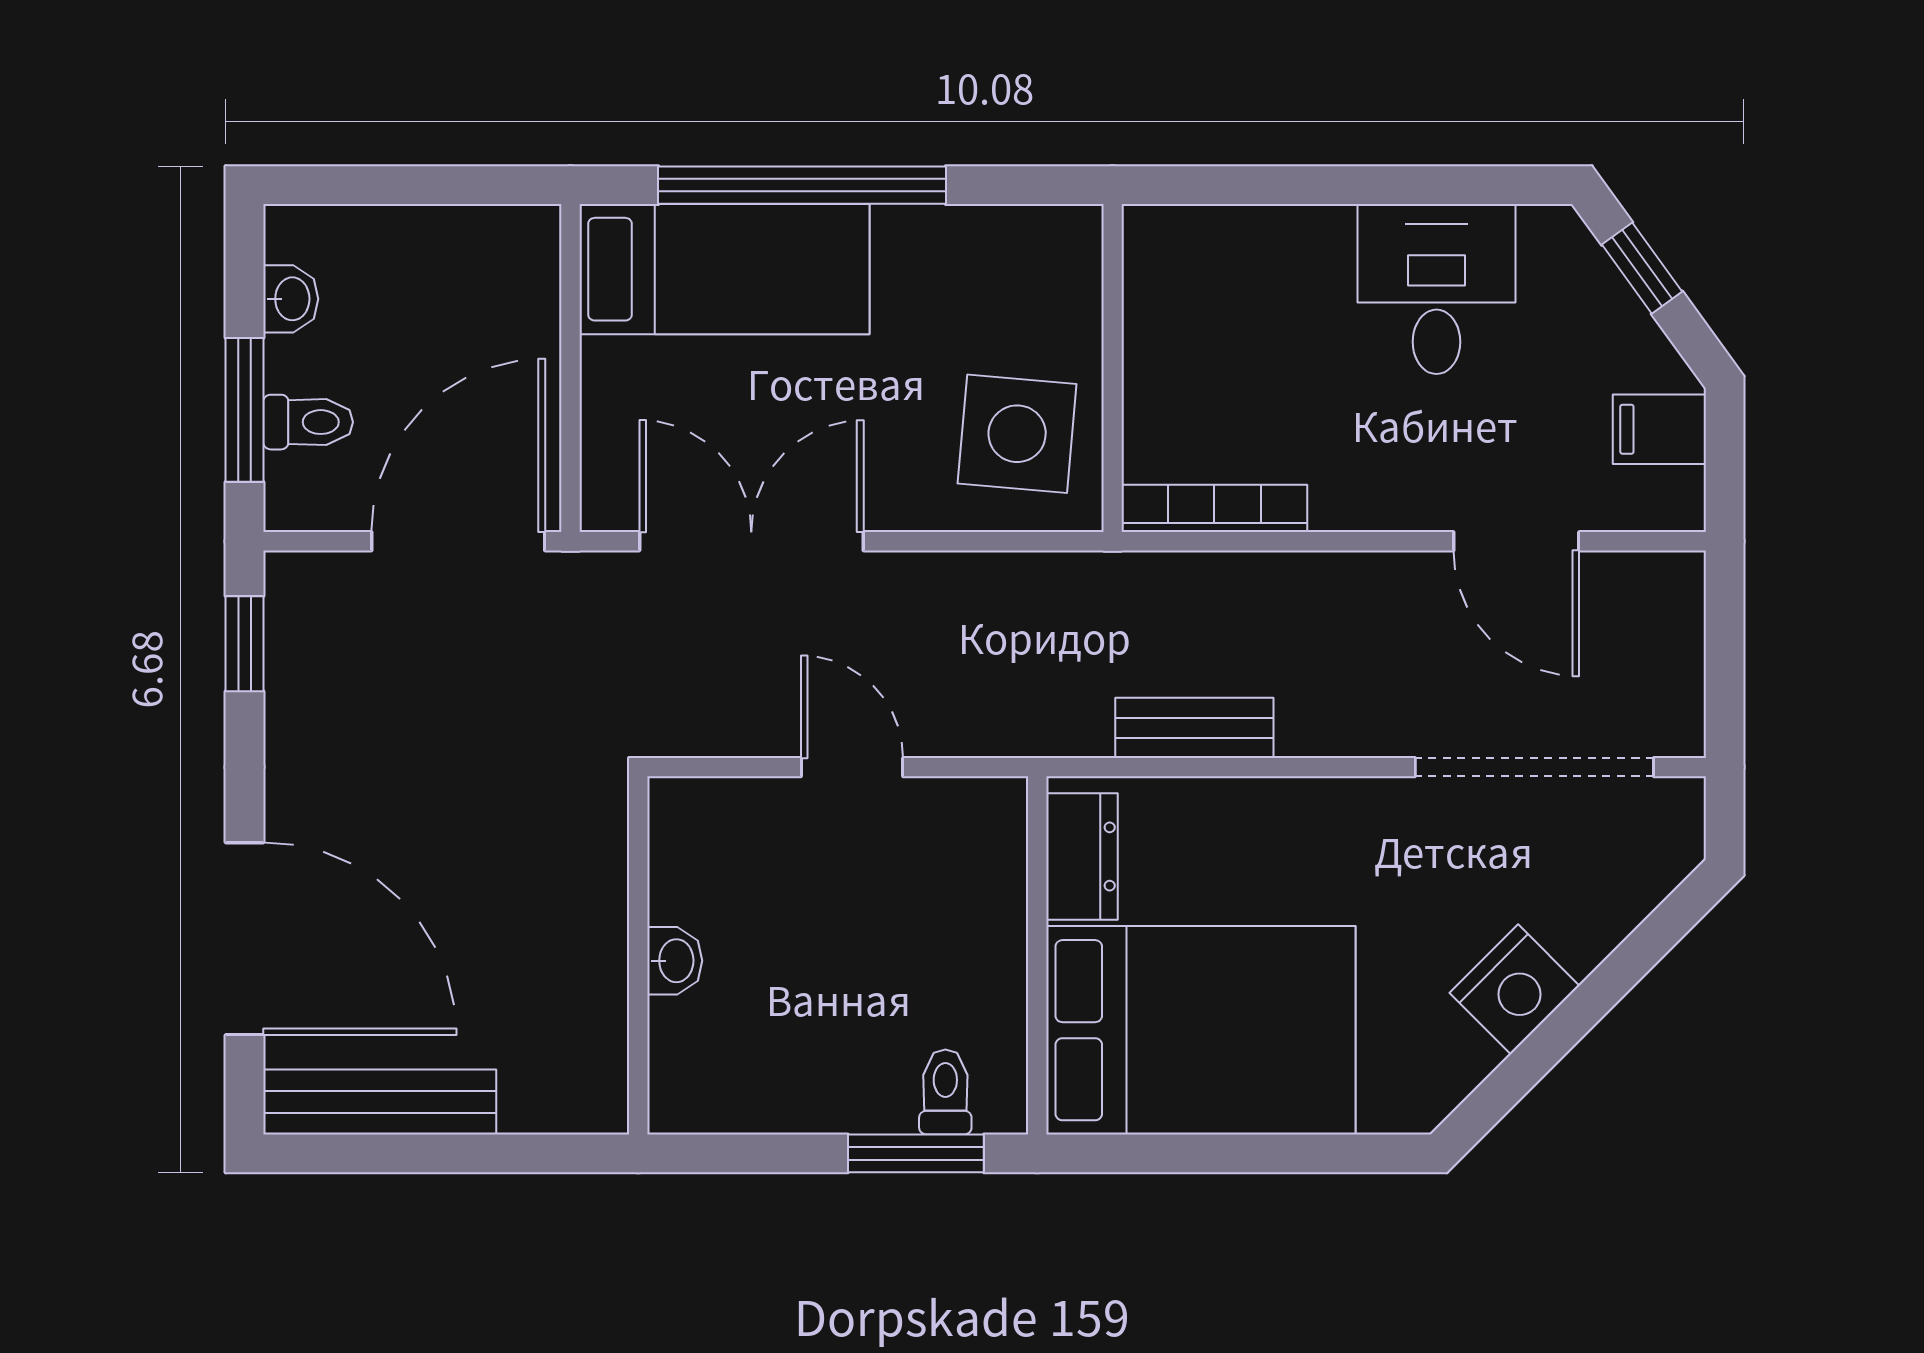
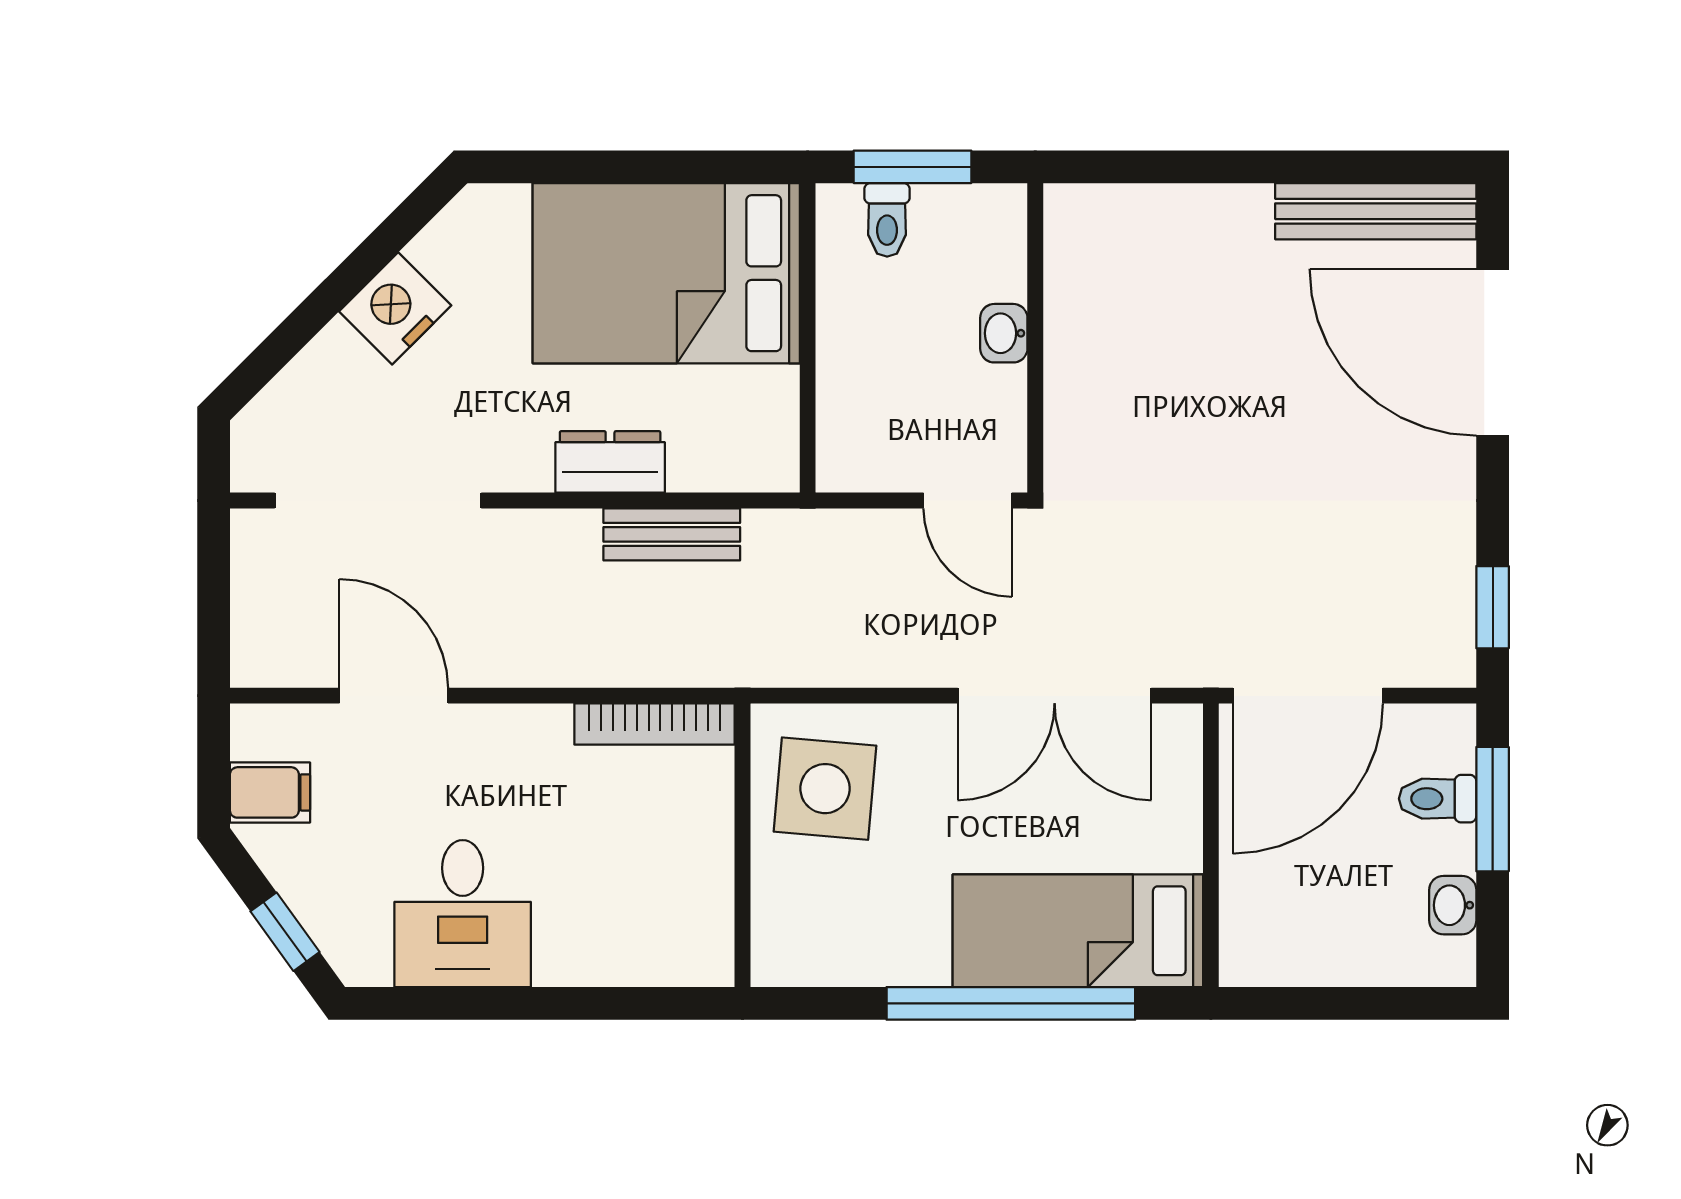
dresser: (1082, 857) -> (610, 462), moved, turned 90
wall: (638, 955) -> (1035, 338), moved
washbasin: (675, 961) -> (1004, 333), moved

